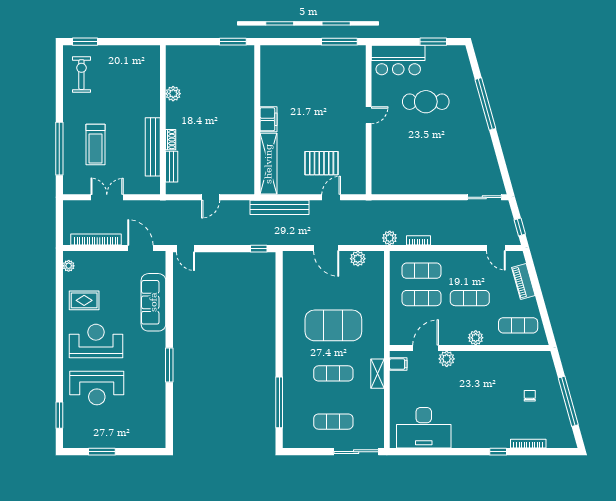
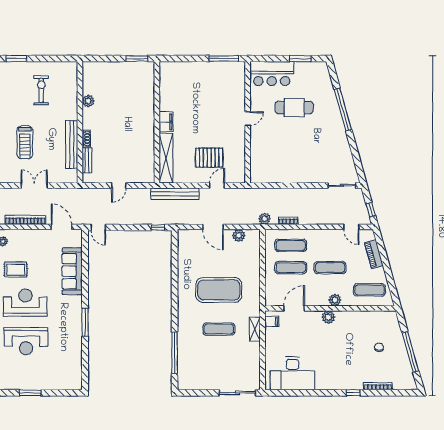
exercise bike: (81, 75) -> (41, 90), moved
plant: (447, 359) -> (328, 317), moved
exercise mat: (333, 422) -> (219, 368), removed

